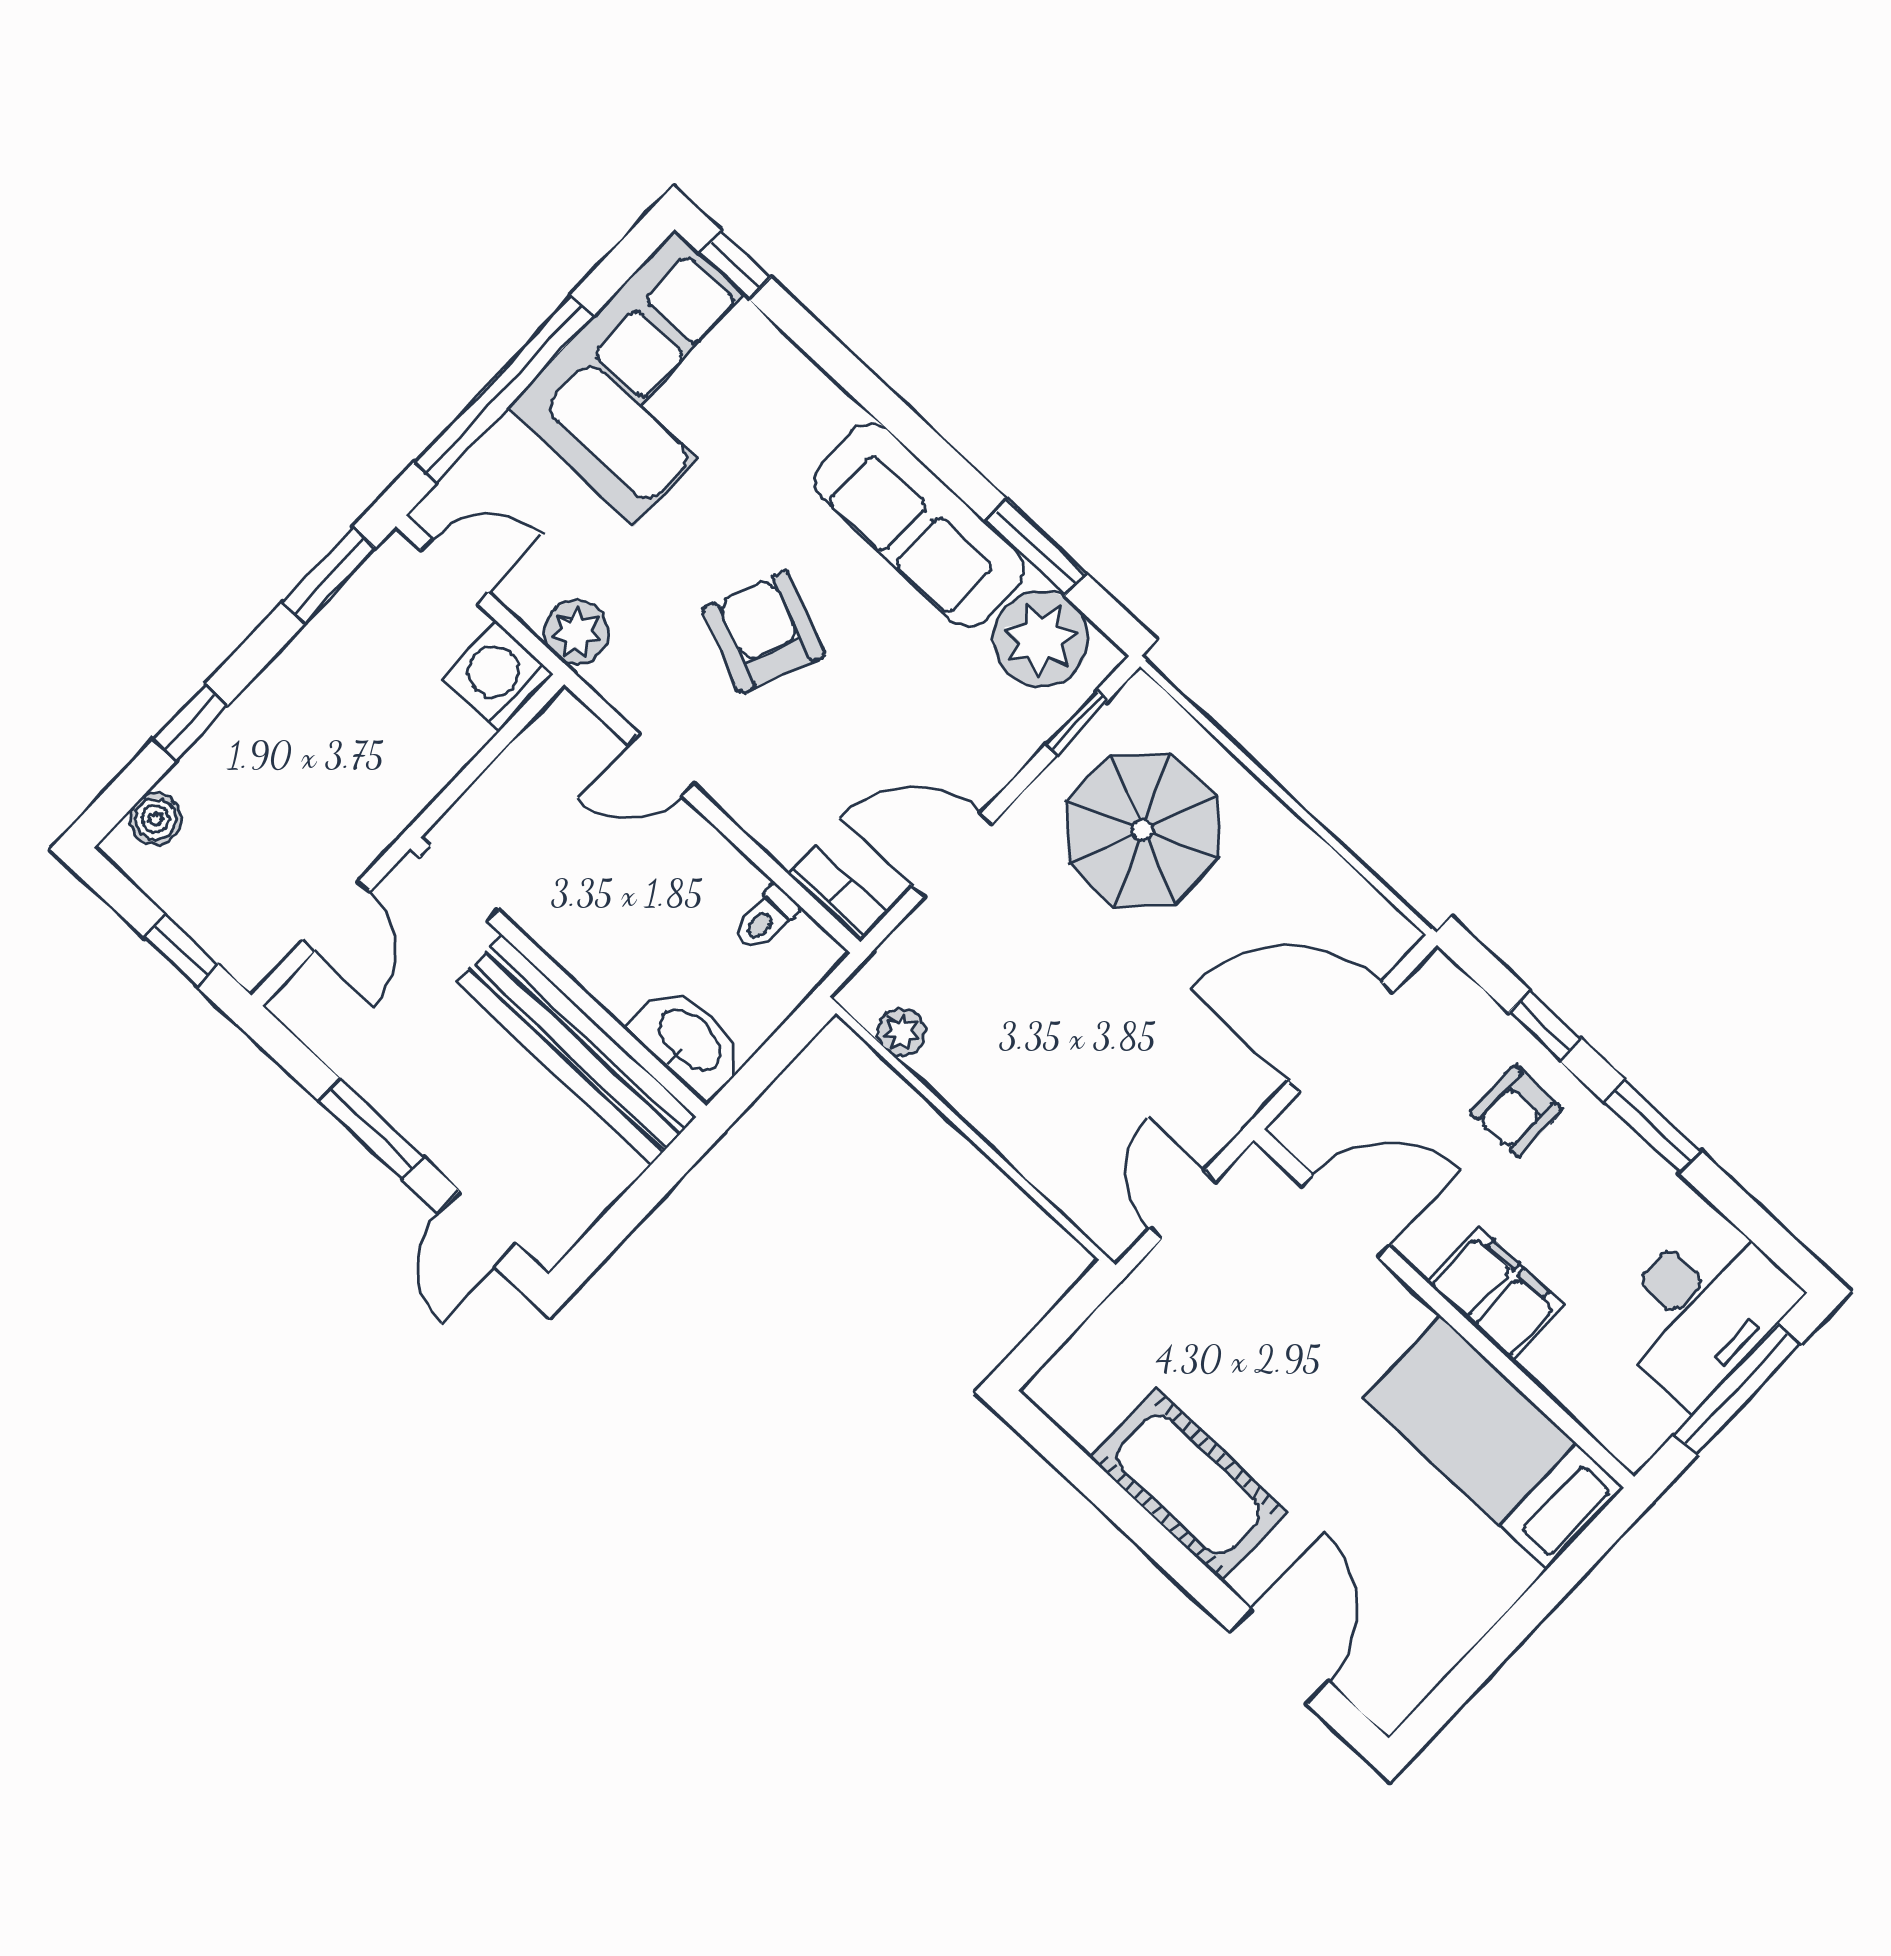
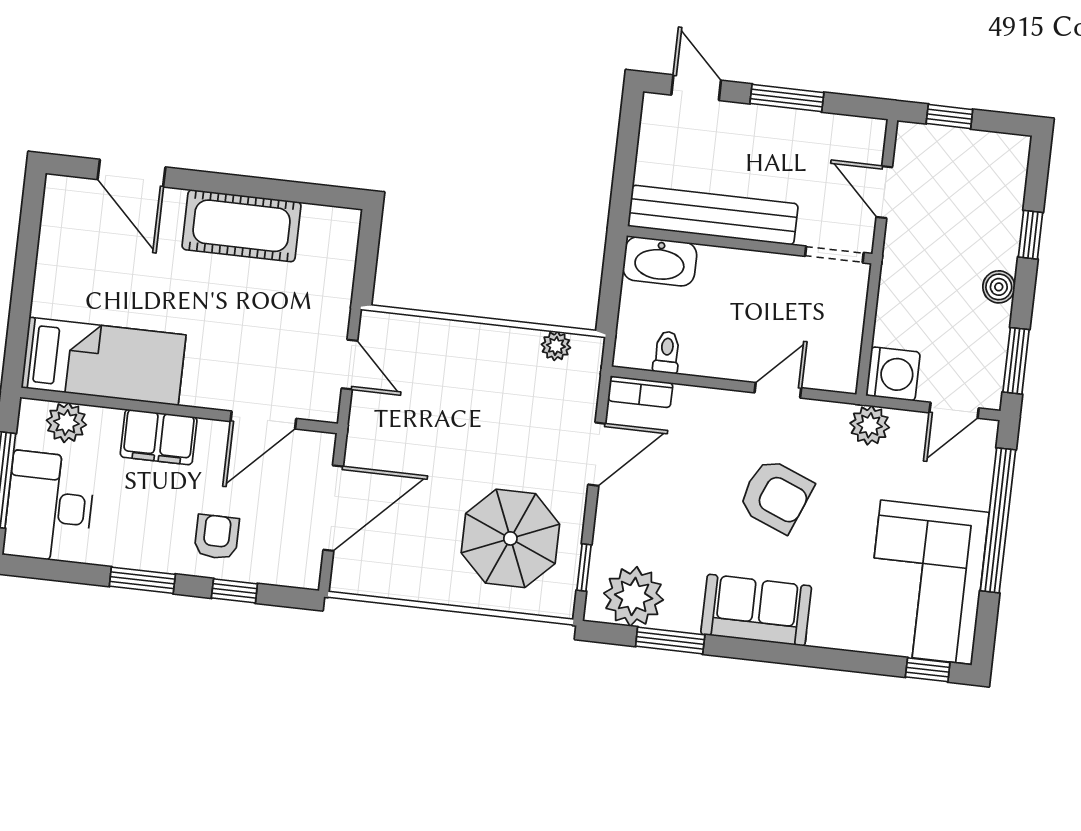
sofa: (919, 525) -> (756, 610), width x0.73
boiler: (155, 819) -> (999, 287), moved
plant: (1599, 1400) -> (66, 423), added

